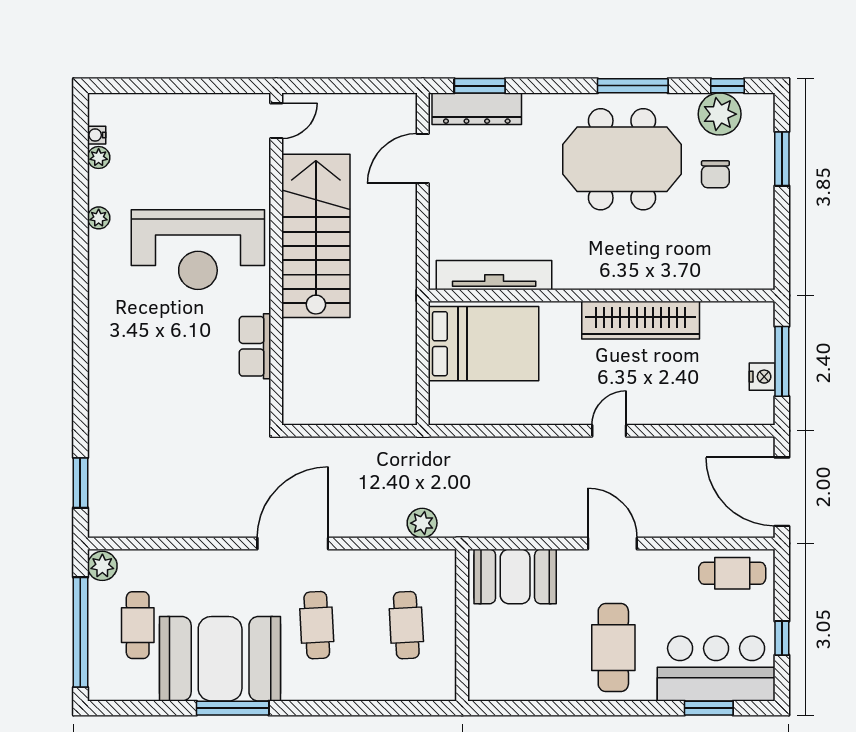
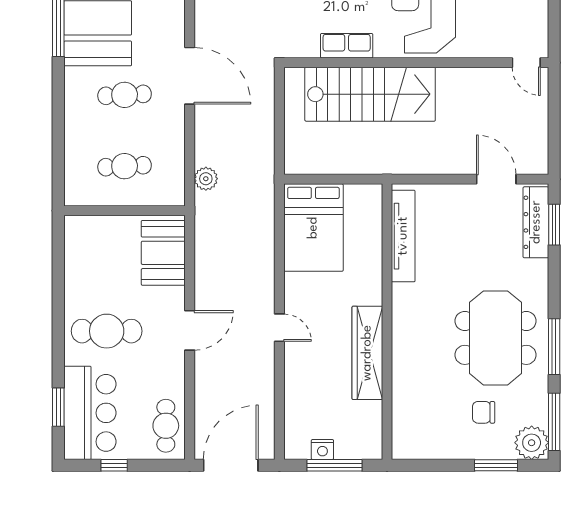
window: (727, 86) -> (554, 422), width x2.17
plant: (720, 114) -> (532, 443), moved
stairs: (316, 236) -> (370, 94), moved
bed: (483, 344) -> (313, 228), moved

